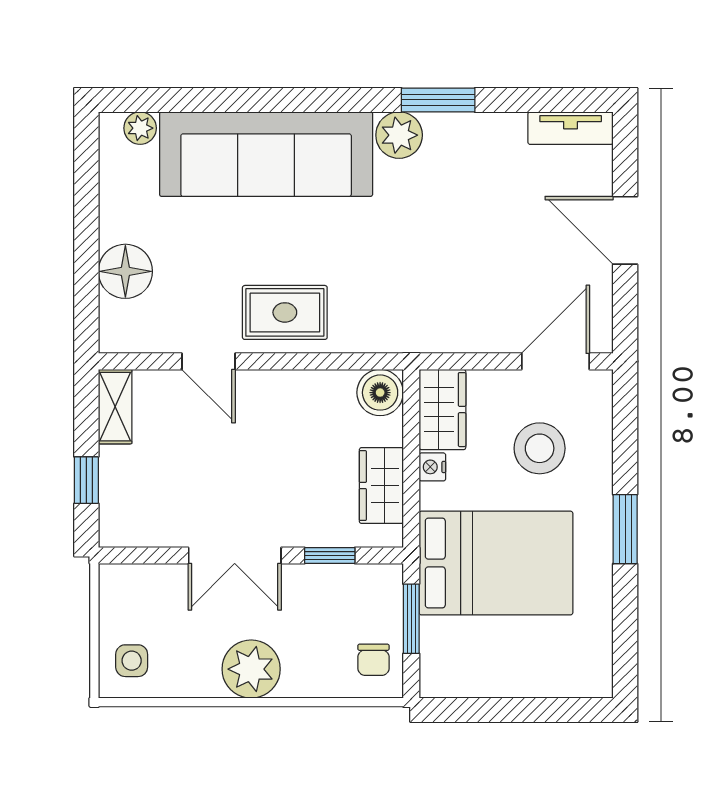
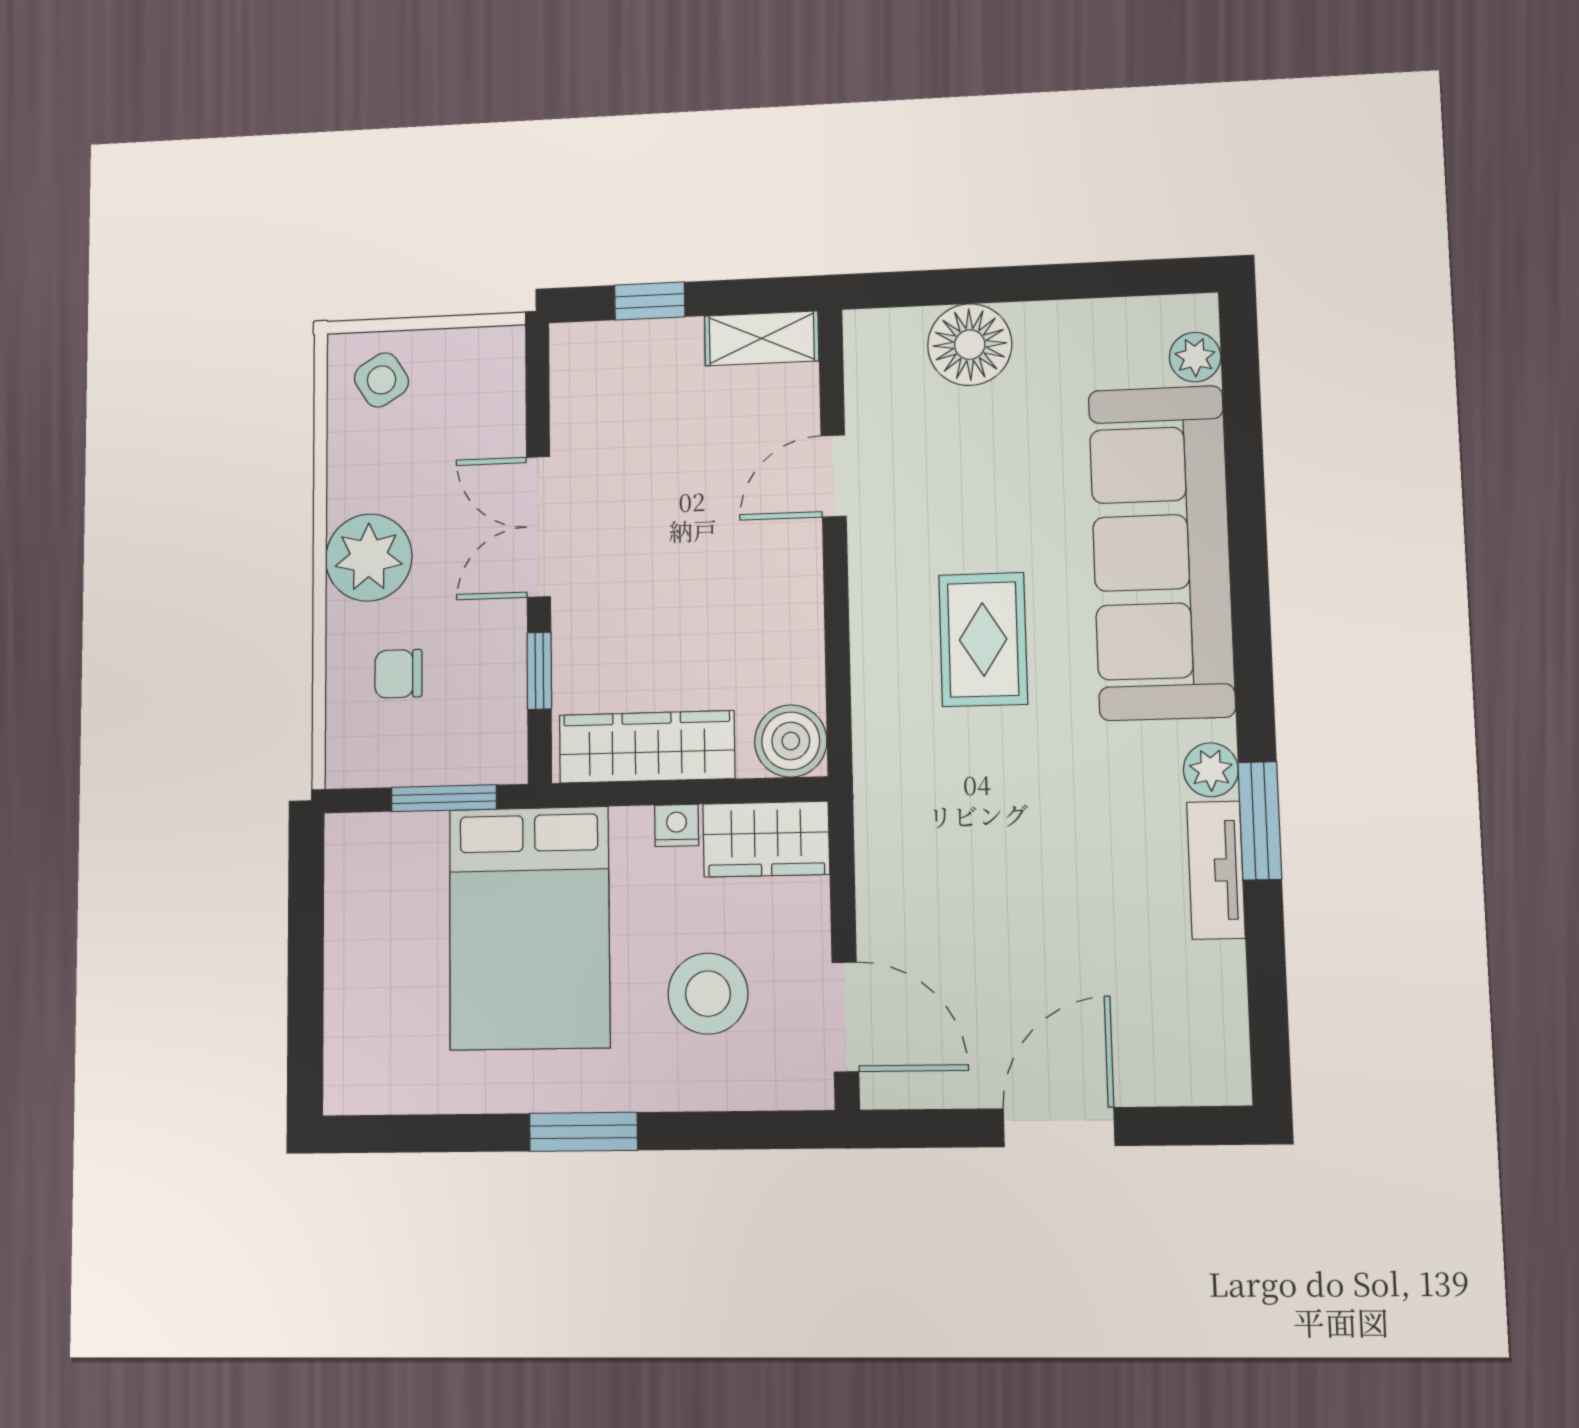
tv unit: (571, 128) -> (1216, 870), moved
plant: (399, 135) -> (1211, 770), width x0.73, depth x0.73
rug: (285, 312) -> (983, 639), moved
wardrobe: (381, 486) -> (647, 747), width x1.50
chair: (373, 660) -> (398, 674), moved
side table: (132, 661) -> (382, 380), turned -32

